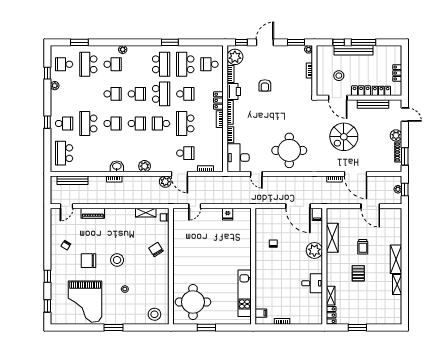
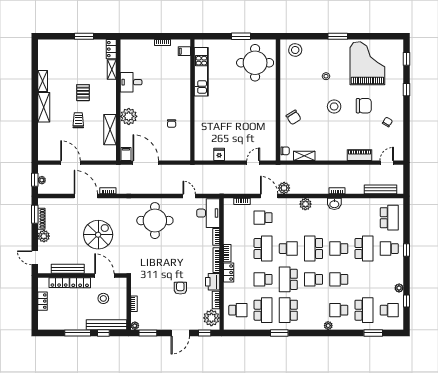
bench: (353, 50) -> (106, 325), moved
school desk: (137, 123) -> (314, 249), width x1.85

